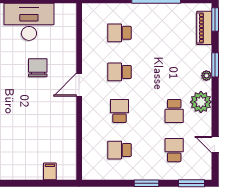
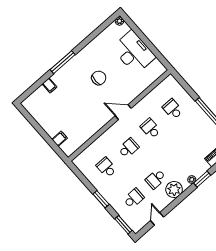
chair: (38, 68) -> (99, 78), moved

